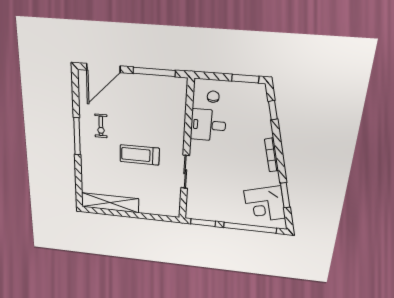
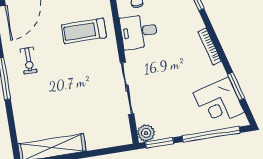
treadmill: (140, 155) -> (84, 31), moved
sliding door: (185, 172) -> (127, 88), width x1.37
plant: (193, 212) -> (146, 133), added

